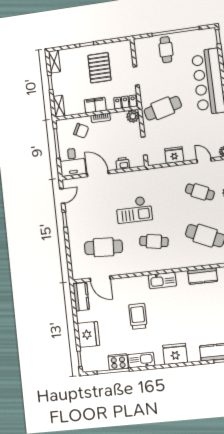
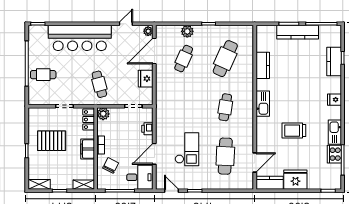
cafe table: (163, 108) -> (99, 84), width x0.73, depth x0.74
door: (204, 160) -> (154, 51), width x1.88
checkout: (134, 210) -> (187, 149), moved
fridge: (88, 334) -> (295, 180), moved
fridge: (175, 354) -> (334, 100), width x0.53, depth x0.75

